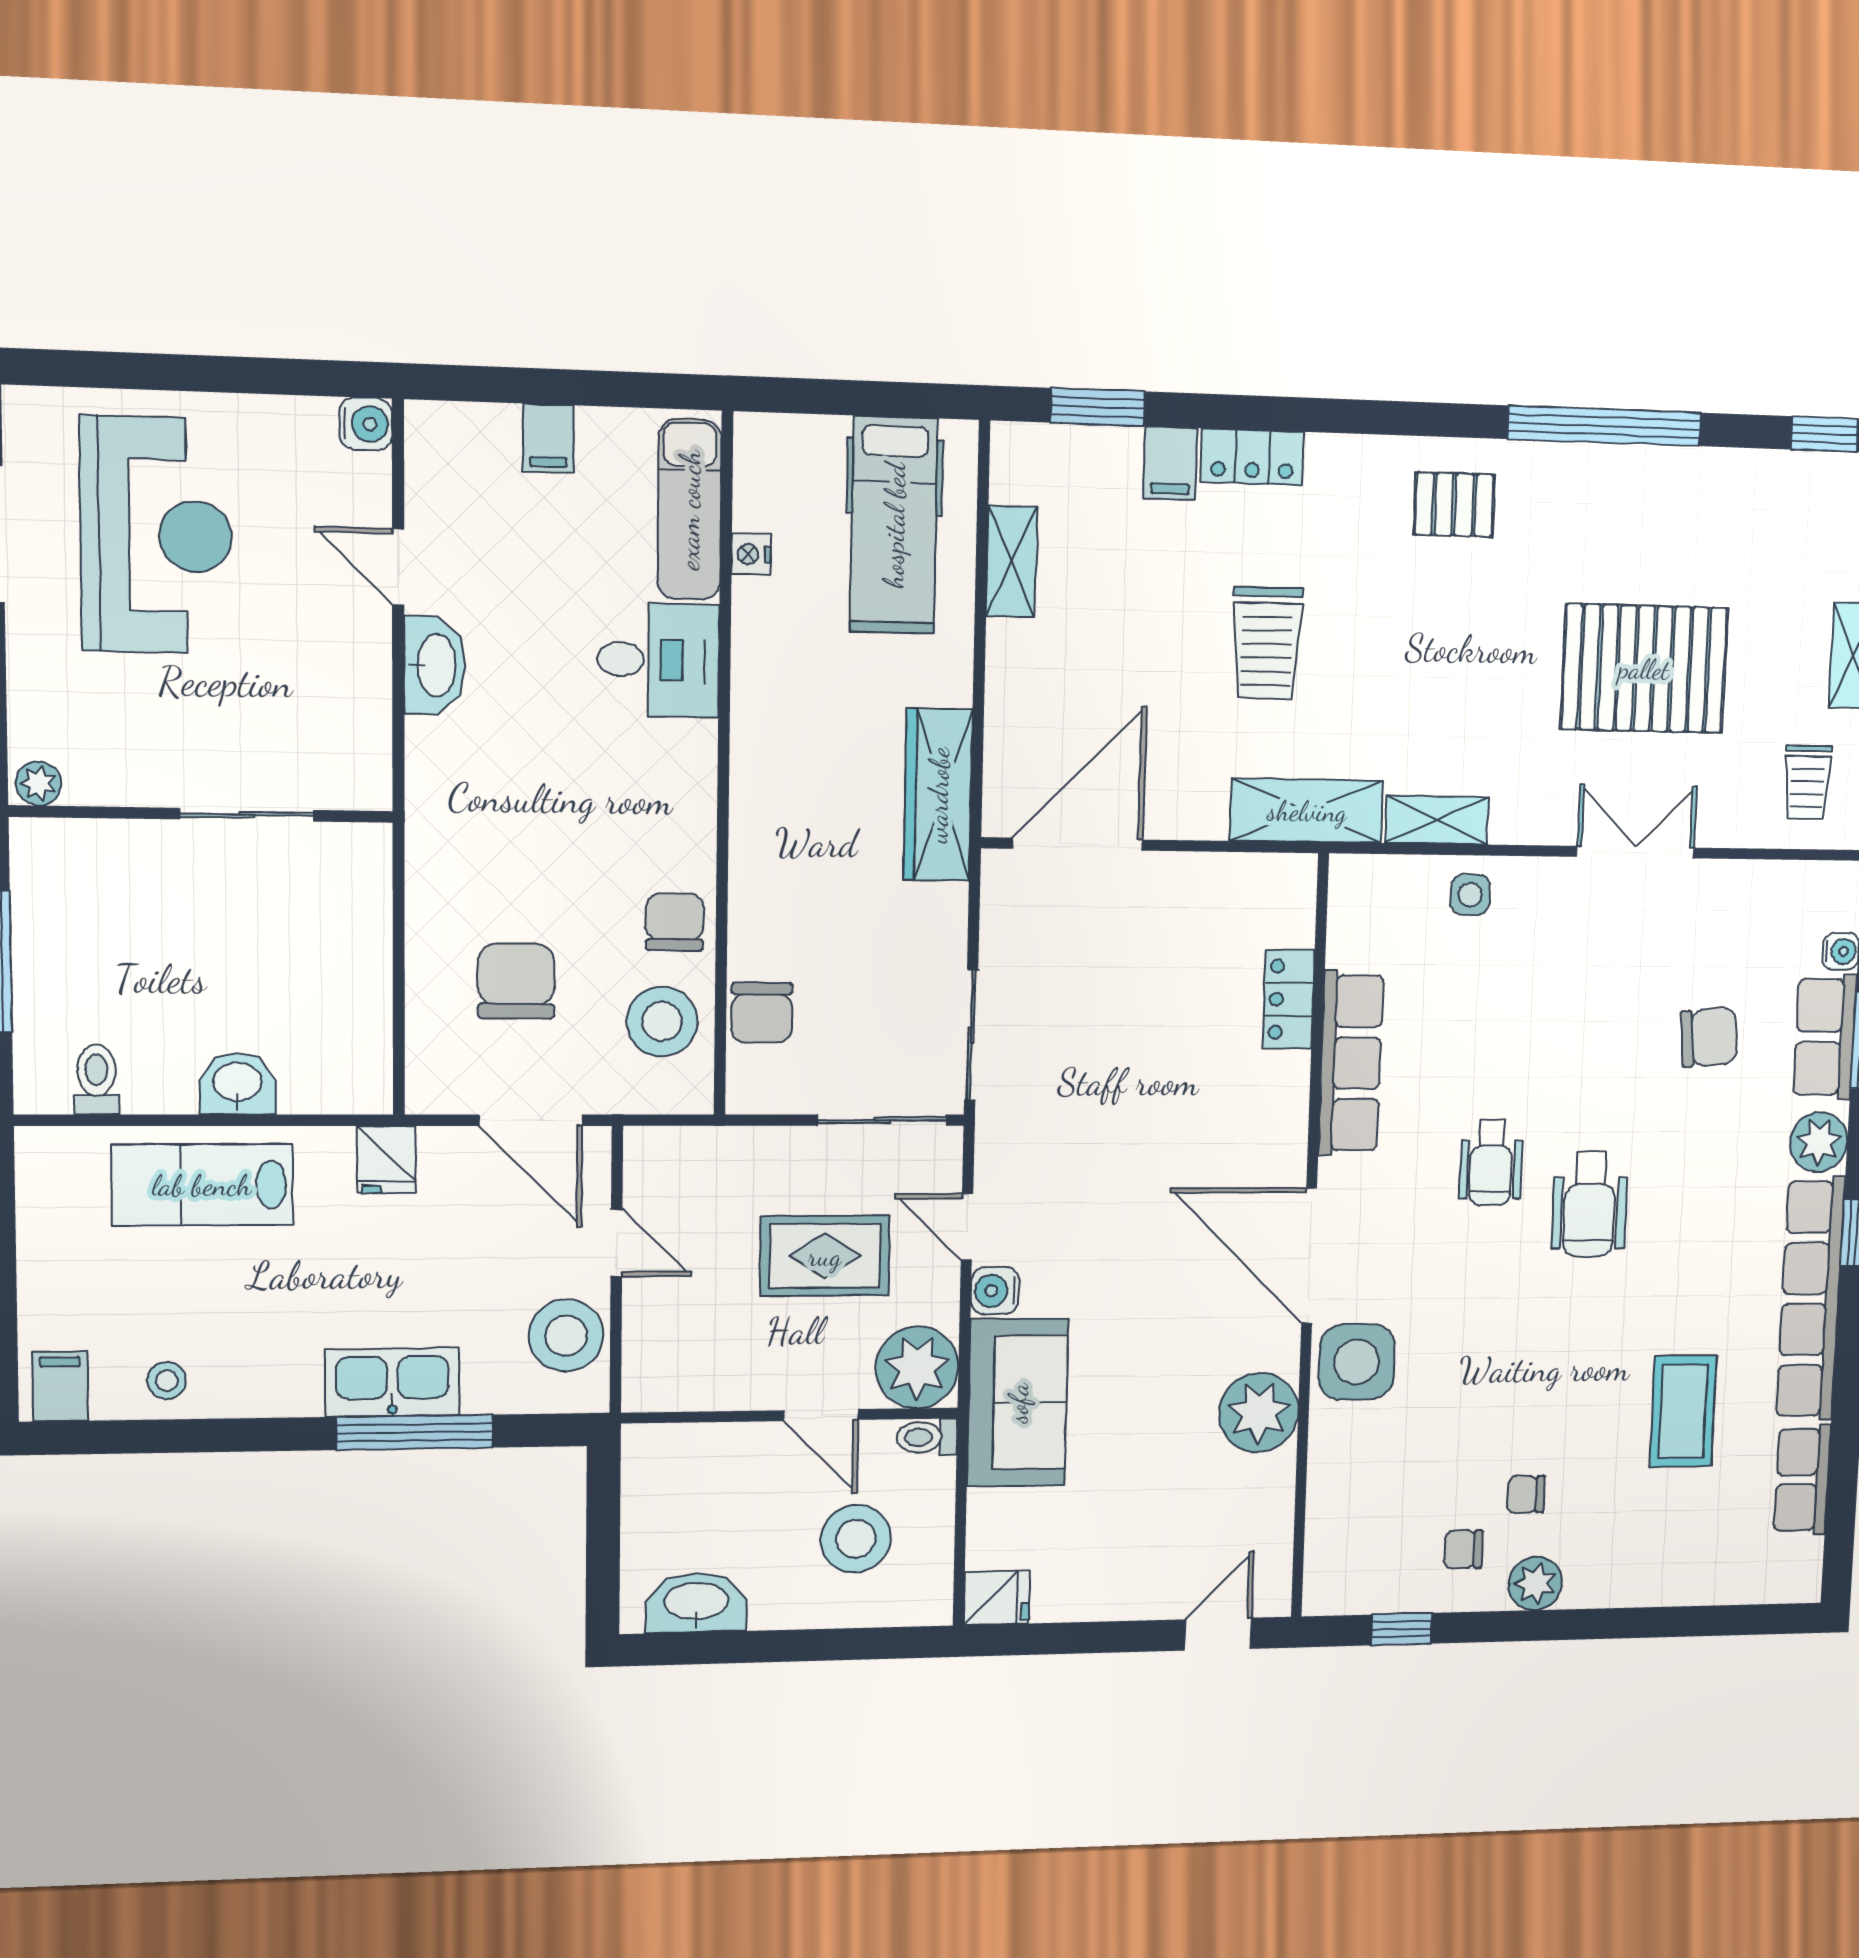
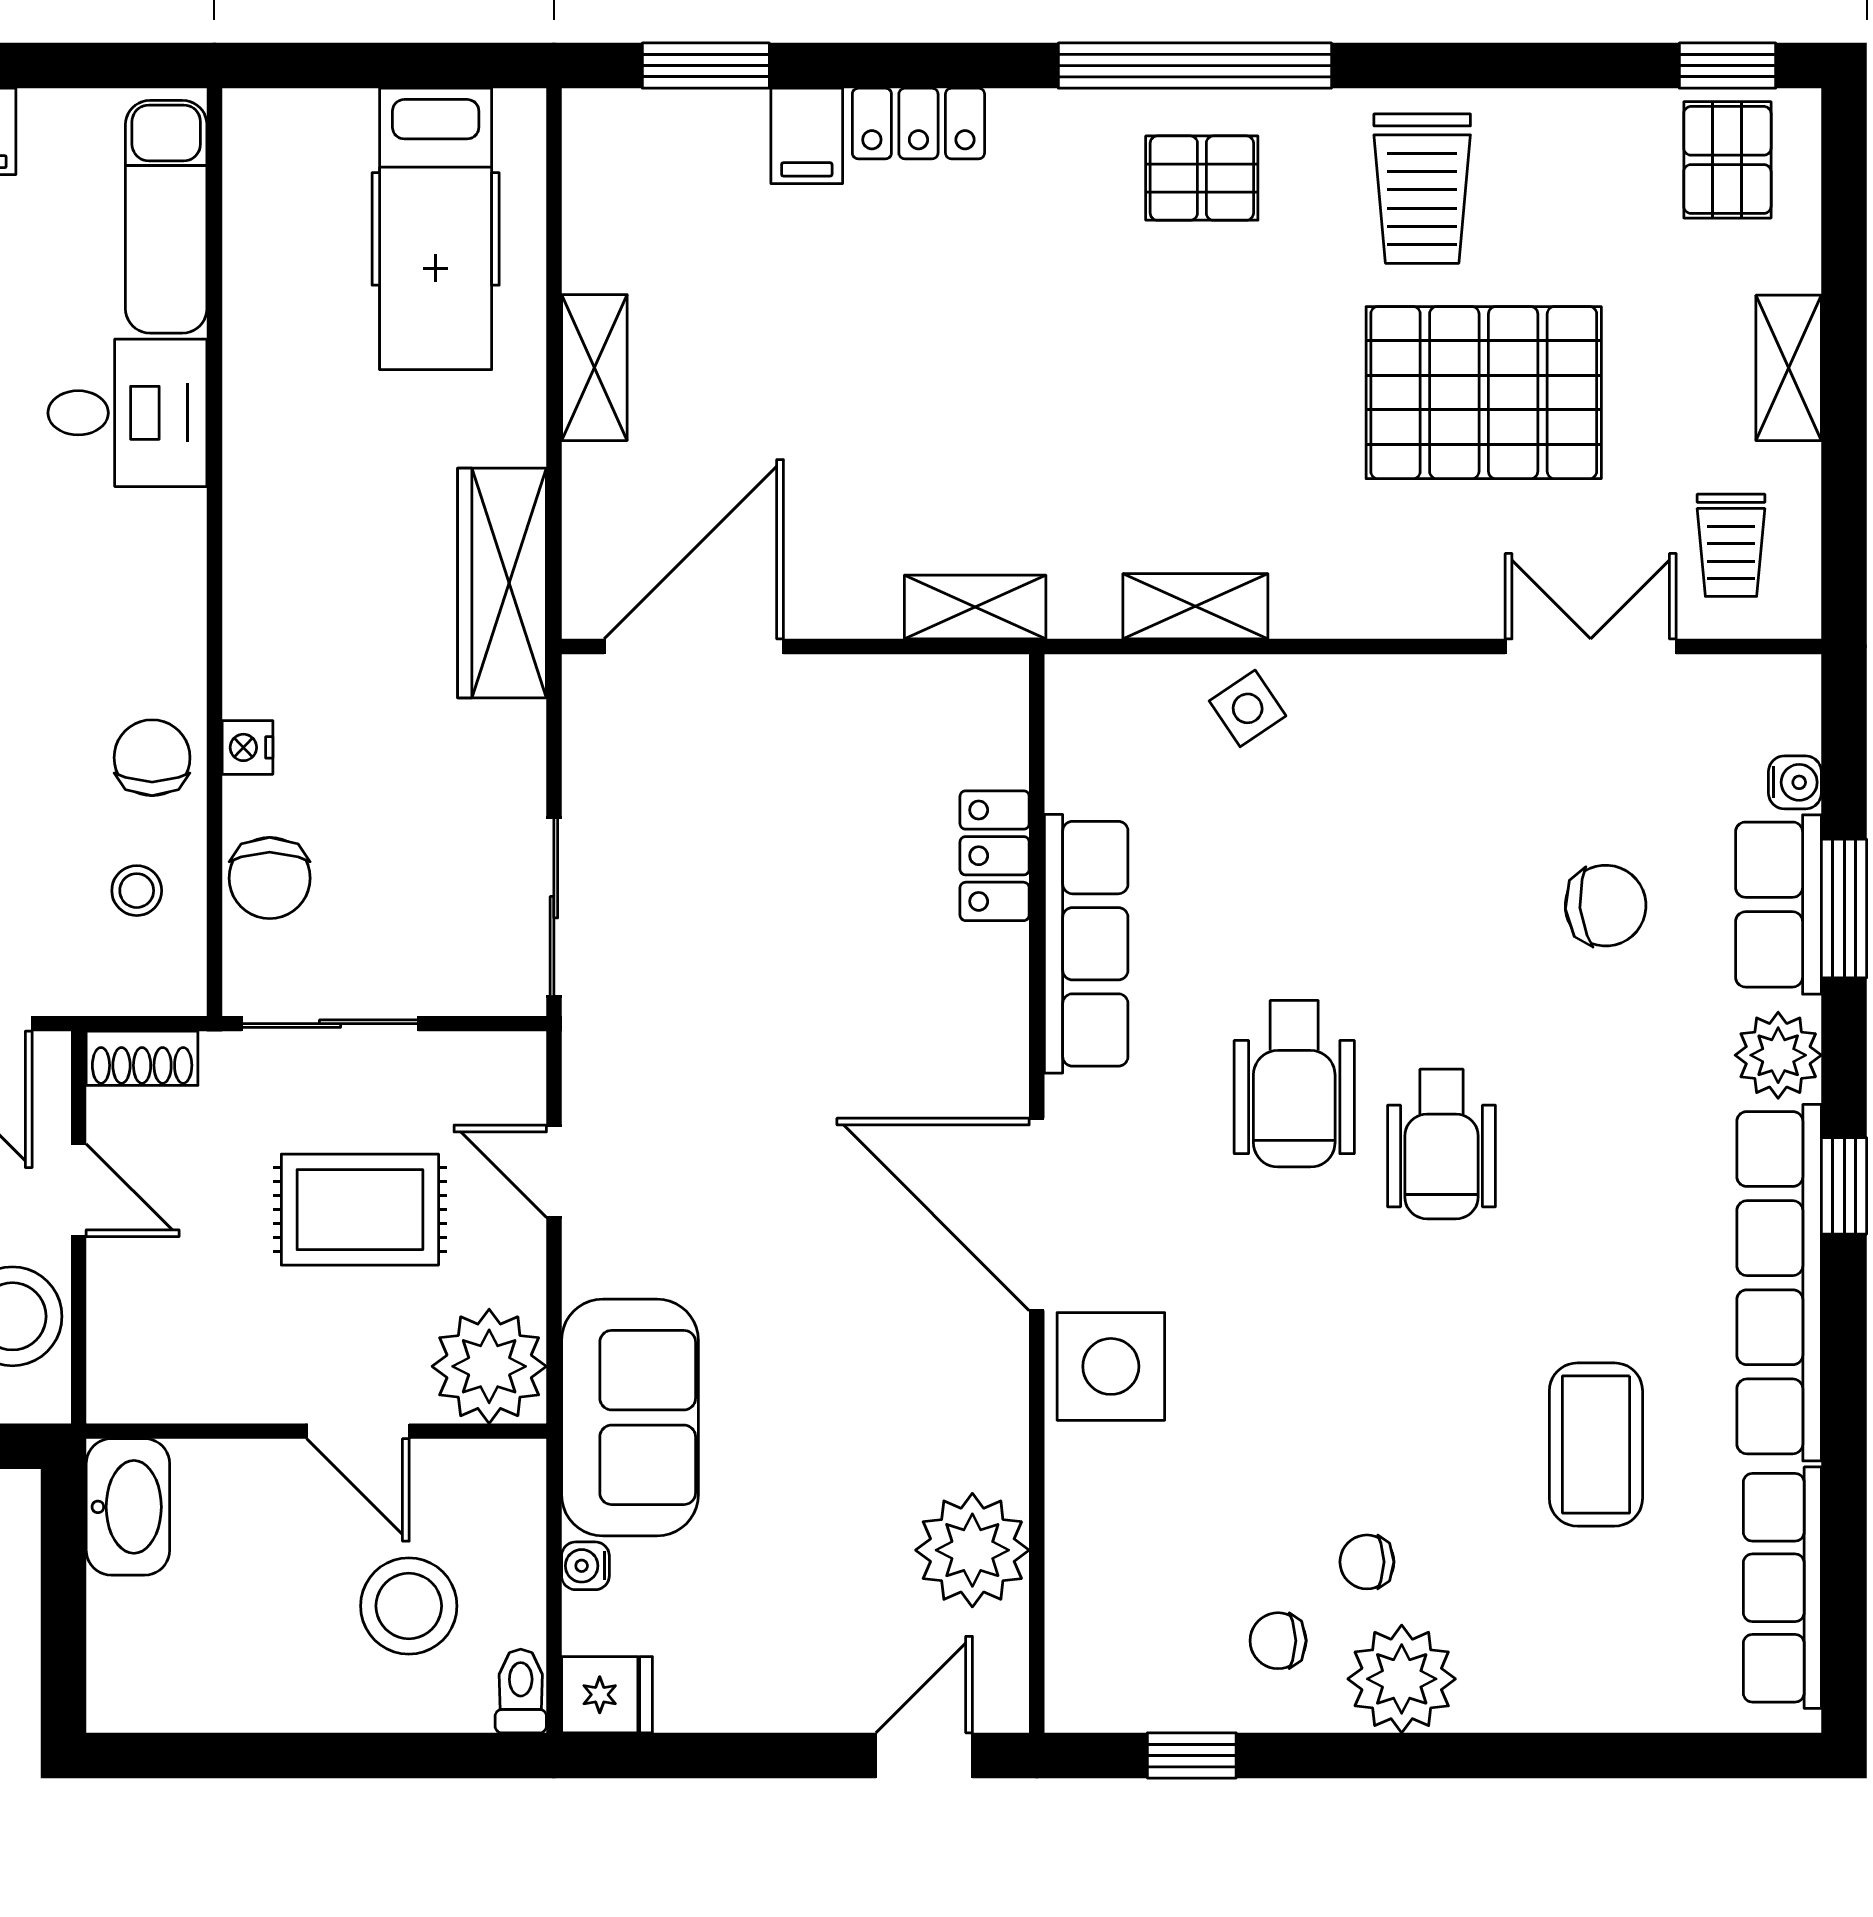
window: (1604, 426) -> (1195, 66), moved
pallet: (1820, 503) -> (1727, 160), added
nightstand: (751, 554) -> (247, 747), moved
shelving: (1012, 561) -> (594, 368), moved
trolley: (1267, 643) -> (1422, 189), moved
shelving: (1307, 811) -> (975, 607), width x0.67, depth x0.75
double door: (1636, 852) -> (1591, 646), moved
side table: (1470, 895) -> (1248, 708), turned -34
stool: (662, 1021) -> (137, 891), width x0.53, depth x0.53
sliding door: (882, 1120) -> (330, 1024), moved
shoe rack: (665, 1146) -> (142, 1058), added
wheelchair: (1491, 1163) -> (1294, 1084), width x1.36, depth x1.37
water cooler: (995, 1291) -> (585, 1566), moved, width x0.72, depth x0.72
plant: (1259, 1413) -> (972, 1550), moved
toilet: (927, 1437) -> (521, 1691), moved, turned 90
row of seats: (1802, 1480) -> (1782, 1588), width x1.48
plant: (1535, 1583) -> (1402, 1679), width x1.36, depth x1.36
washbasin: (696, 1603) -> (128, 1507), moved, turned 90

